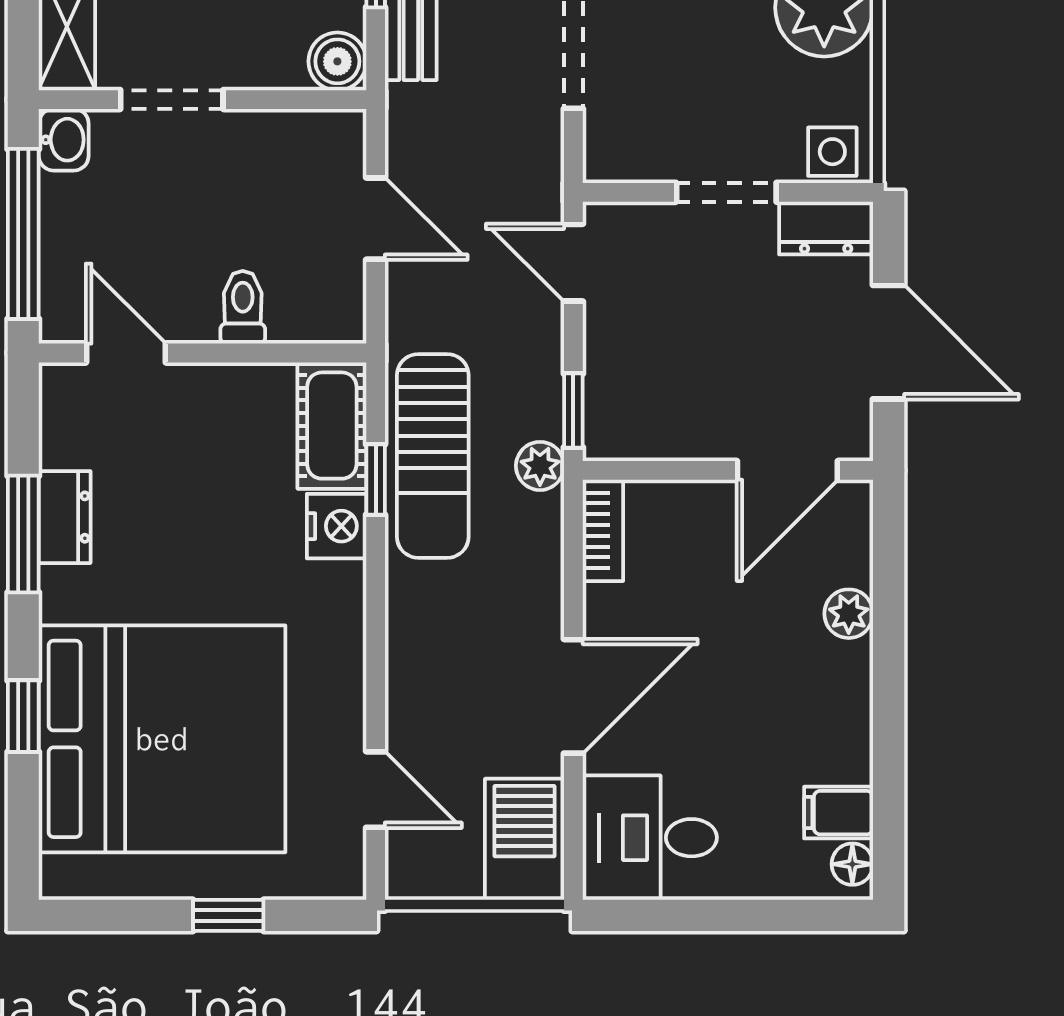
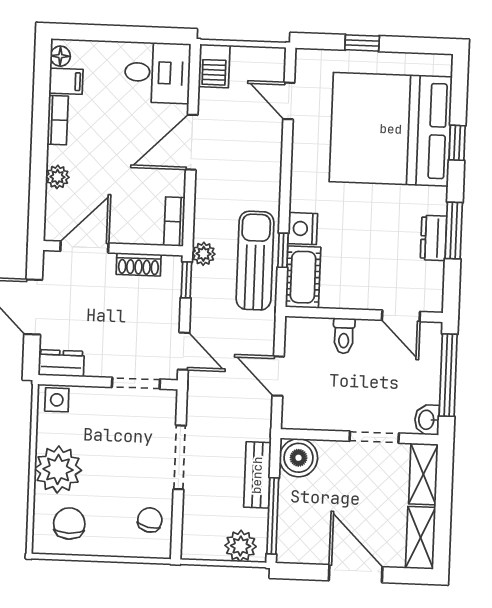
boiler: (337, 61) -> (299, 458), width x1.36, depth x1.36
doorway: (726, 192) -> (136, 383), moved
shoe rack: (674, 439) -> (139, 264), added
bookcase: (853, 731) -> (58, 120), added
barbecue: (525, 839) -> (214, 66), width x0.73, depth x0.79

